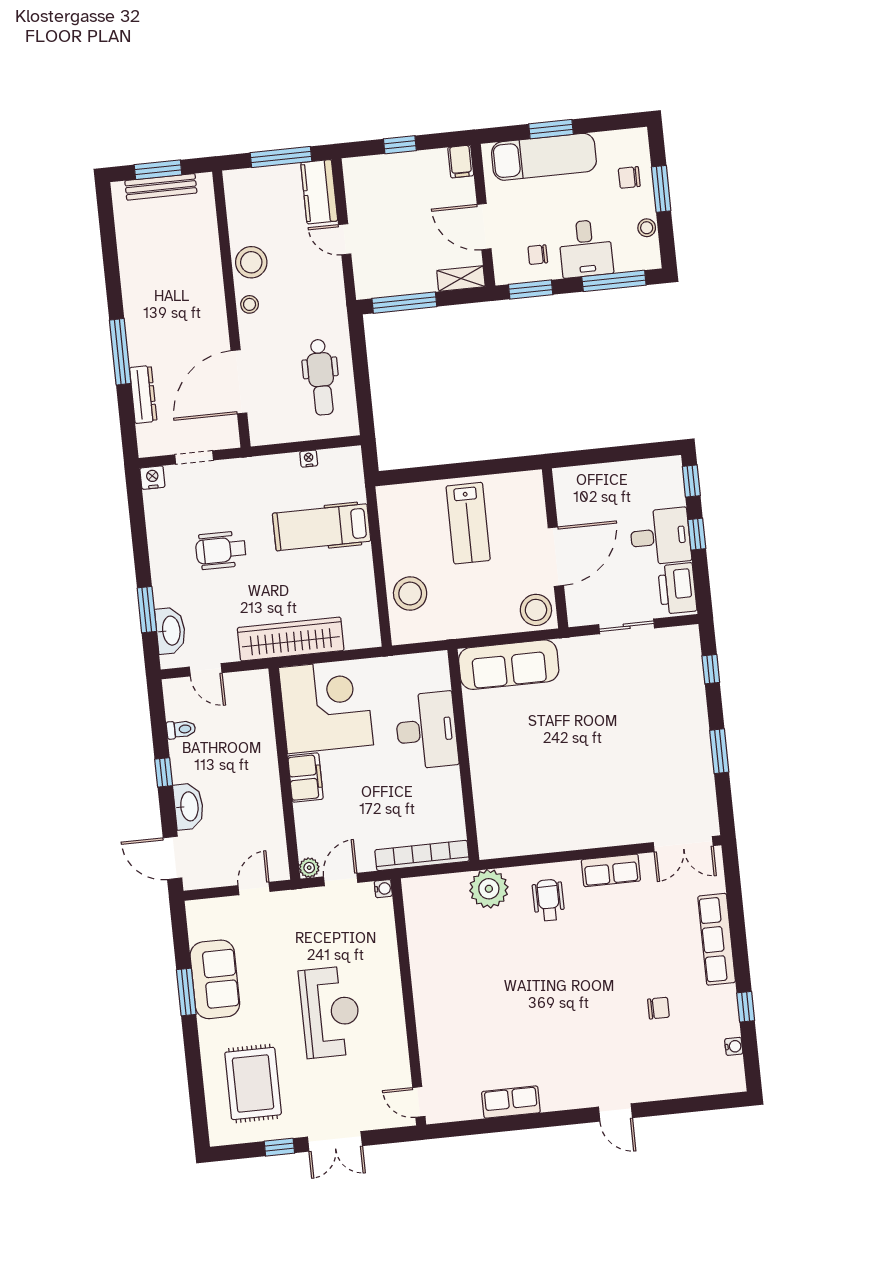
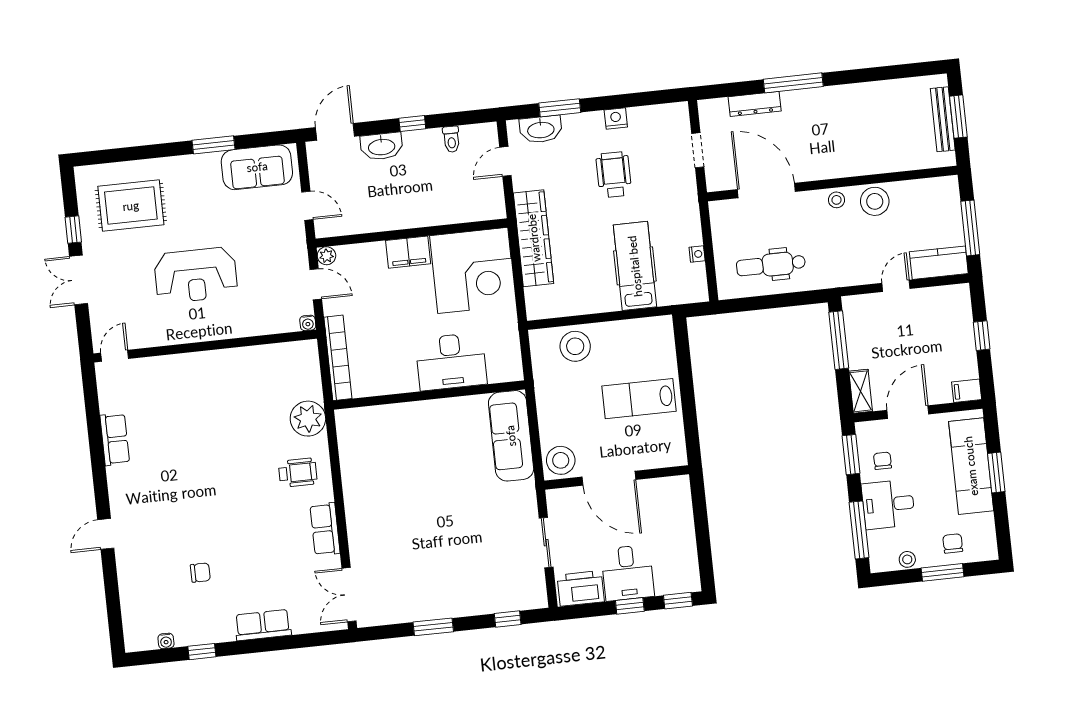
nightstand: (152, 478) -> (616, 118), moved, turned -90
row of seats: (717, 939) -> (263, 625), width x0.68
sofa: (215, 979) -> (257, 167), moved
chair: (658, 1008) -> (200, 573), turned -90

